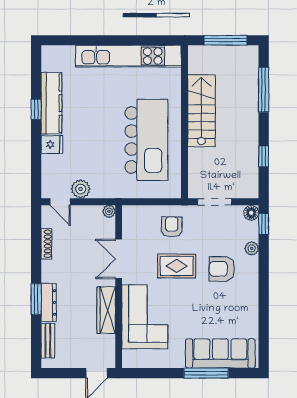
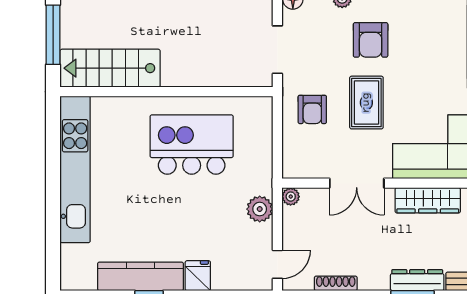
stairs: (201, 111) -> (110, 68), moved
kitchen island: (146, 140) -> (192, 145), width x0.73
plant: (81, 189) -> (260, 209), moved
armchair: (172, 227) -> (312, 109), turned -91

